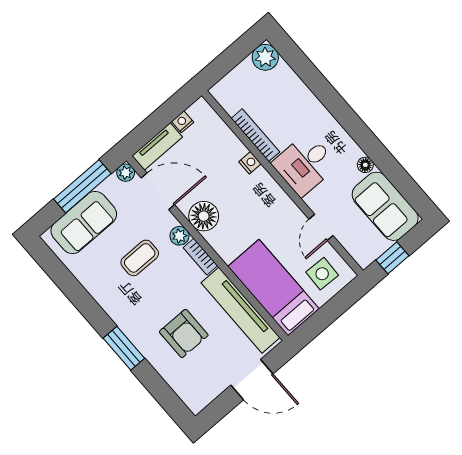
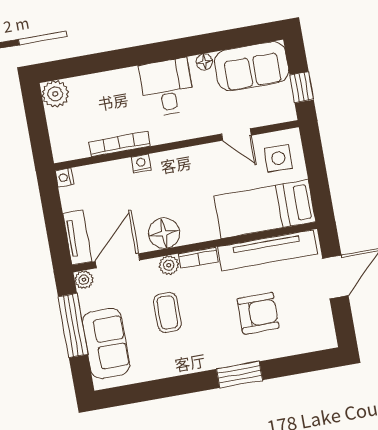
nightstand: (183, 122) -> (64, 177), moved
desk: (305, 164) -> (167, 87), moved, turned 180

